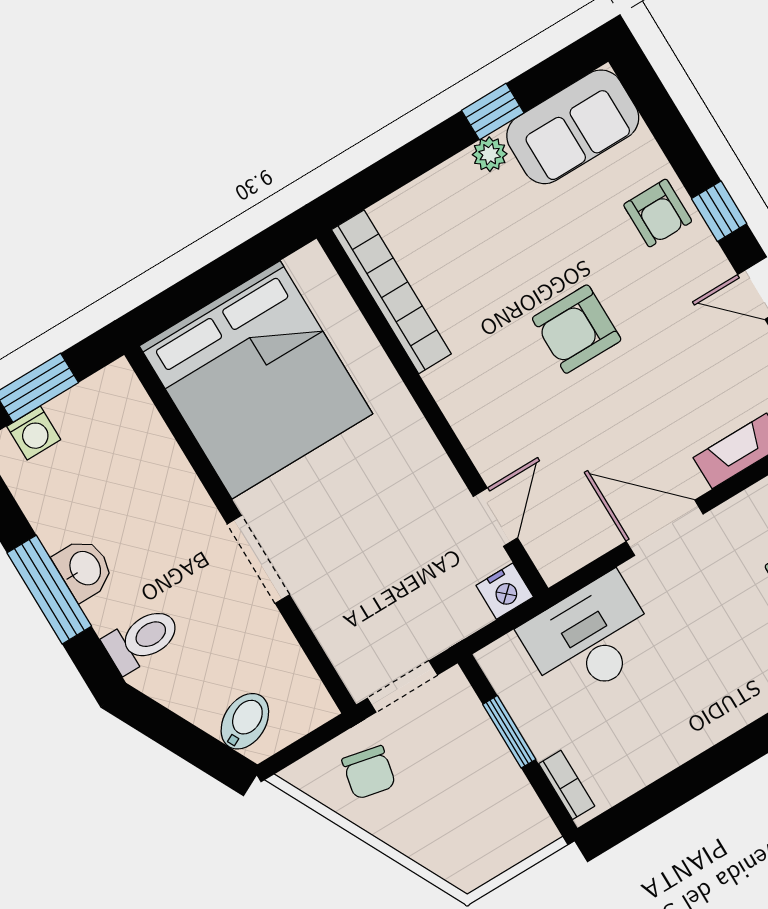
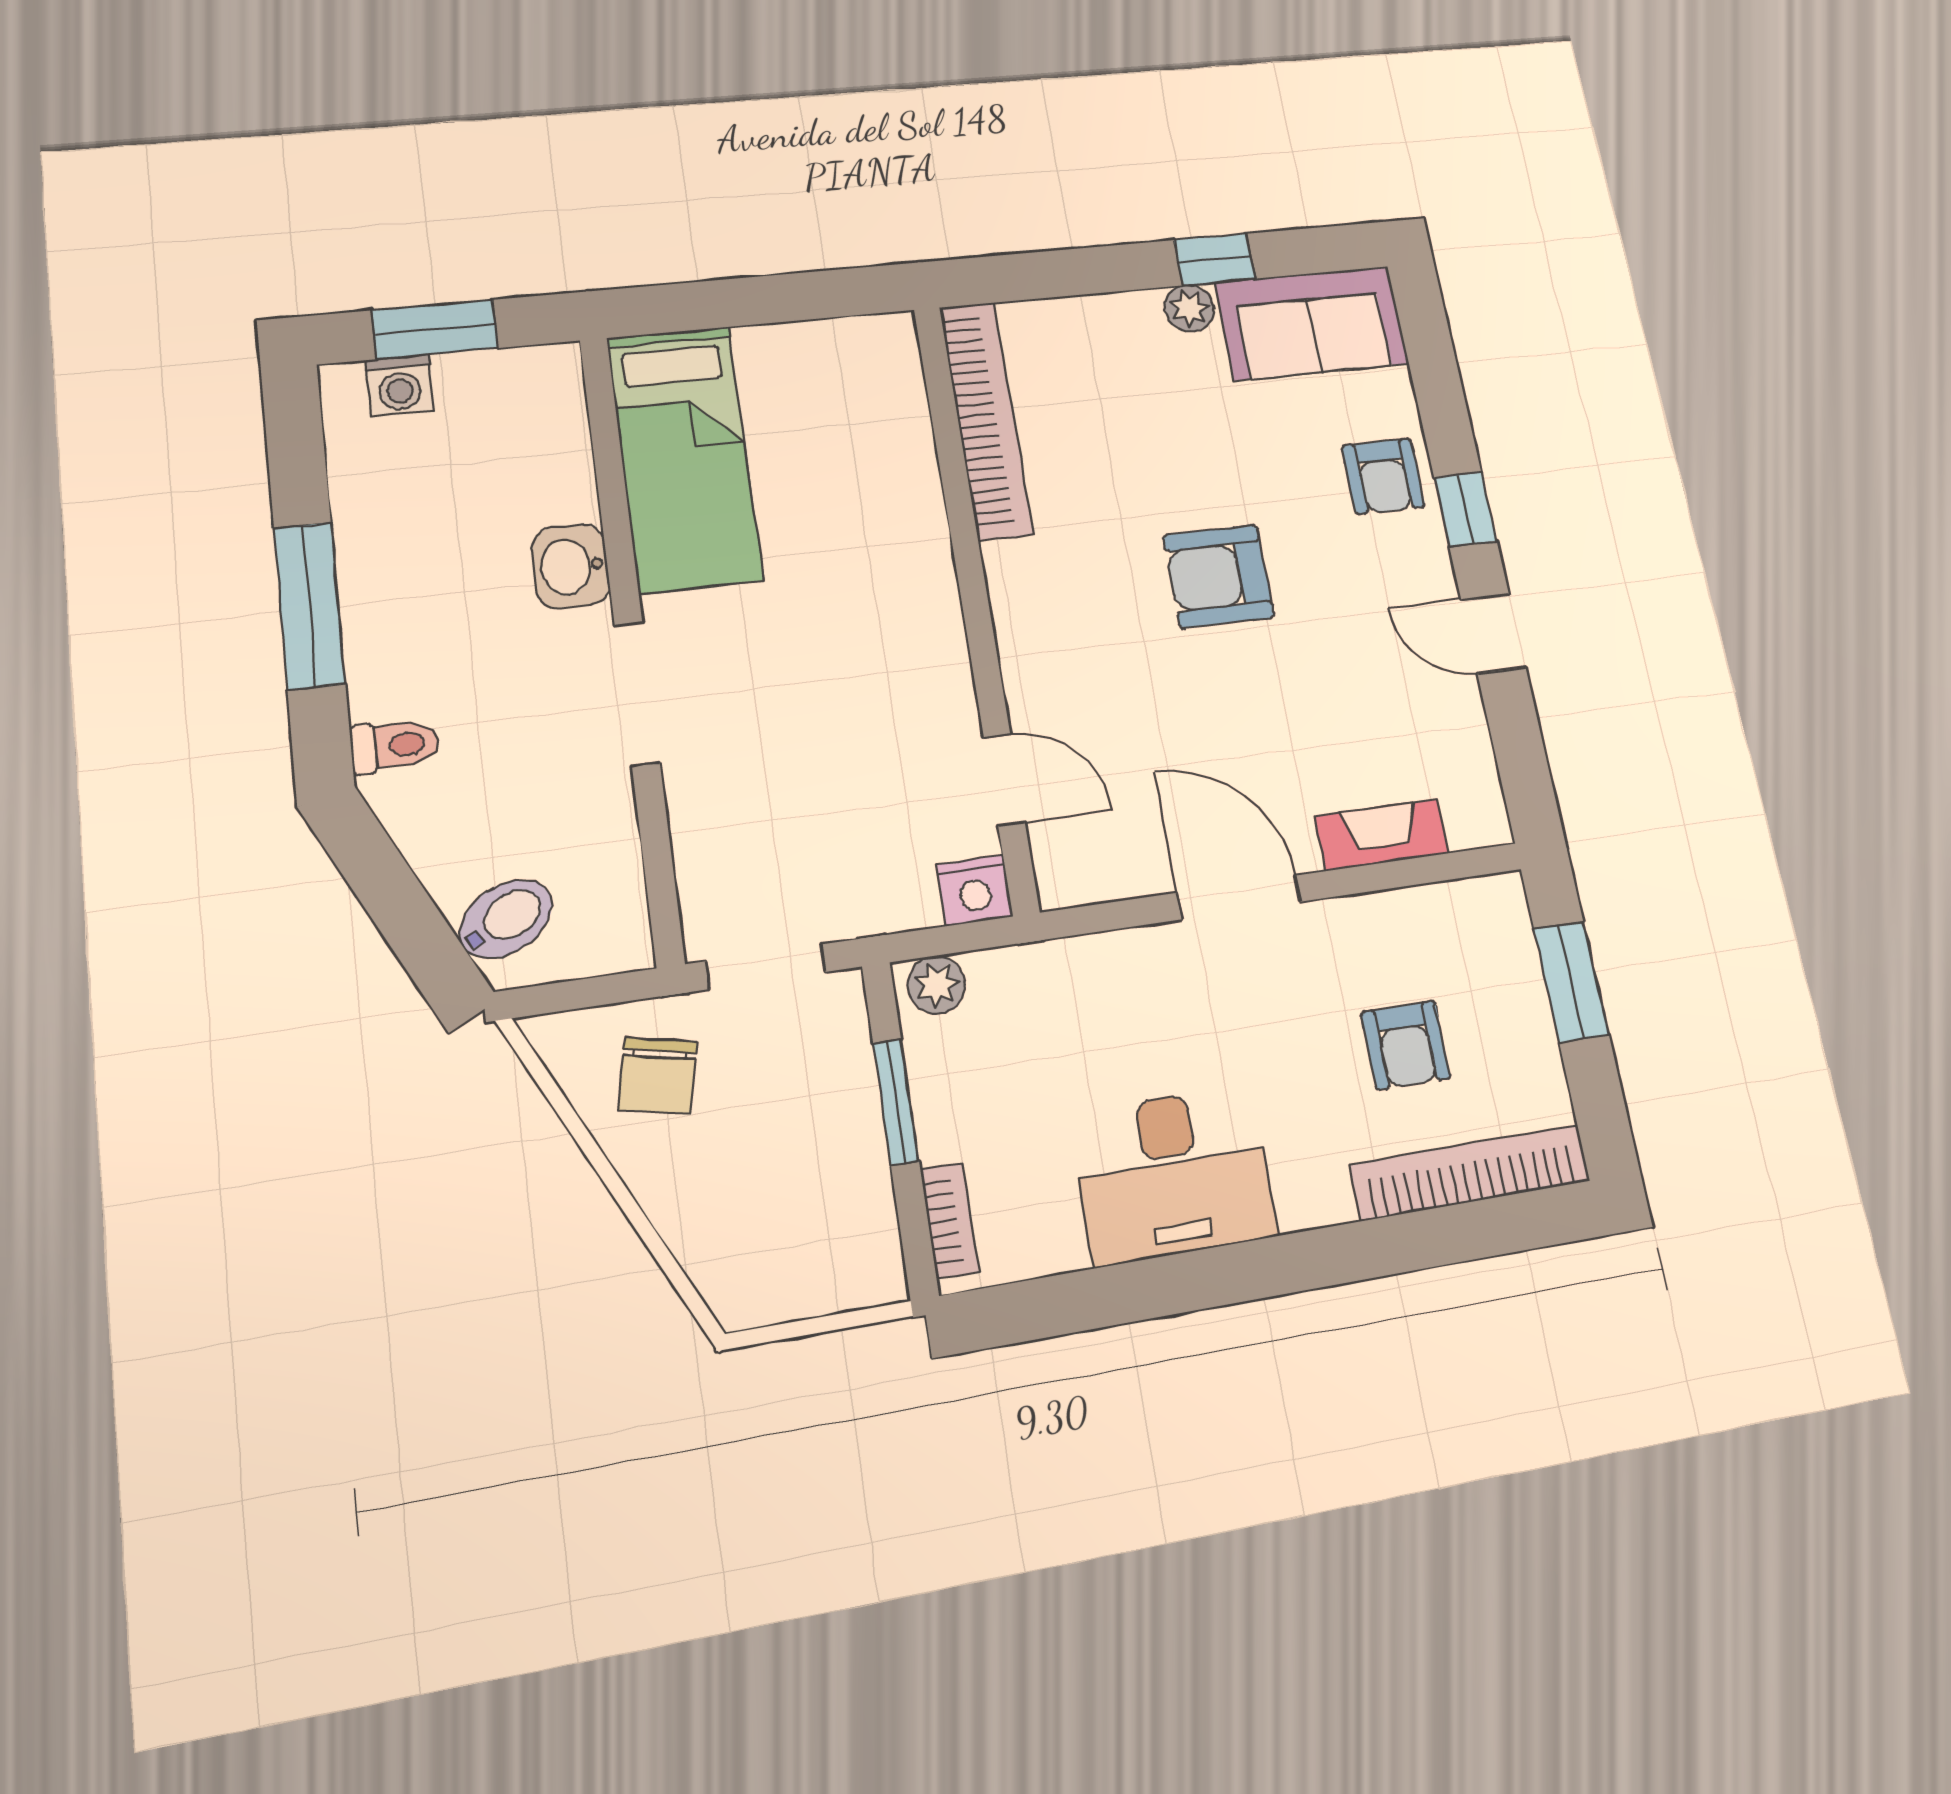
bed: (256, 380) -> (684, 458), width x0.49
door: (495, 517) -> (1004, 780), hinge flipped
washbasin: (84, 569) -> (571, 566), moved, turned 180
desk: (589, 638) -> (1173, 1175), moved, turned 180
toilet: (142, 639) -> (395, 746), width x0.73, depth x0.72
plant: (505, 656) -> (936, 985), added

